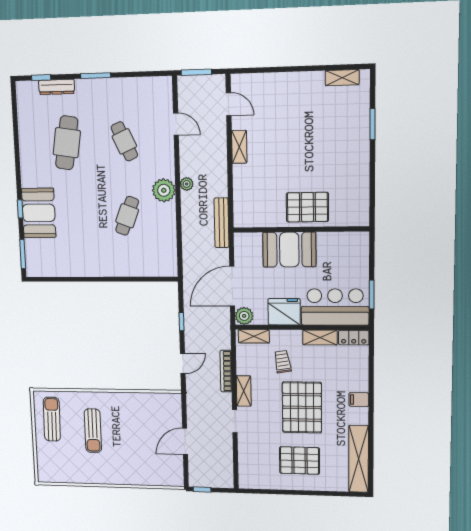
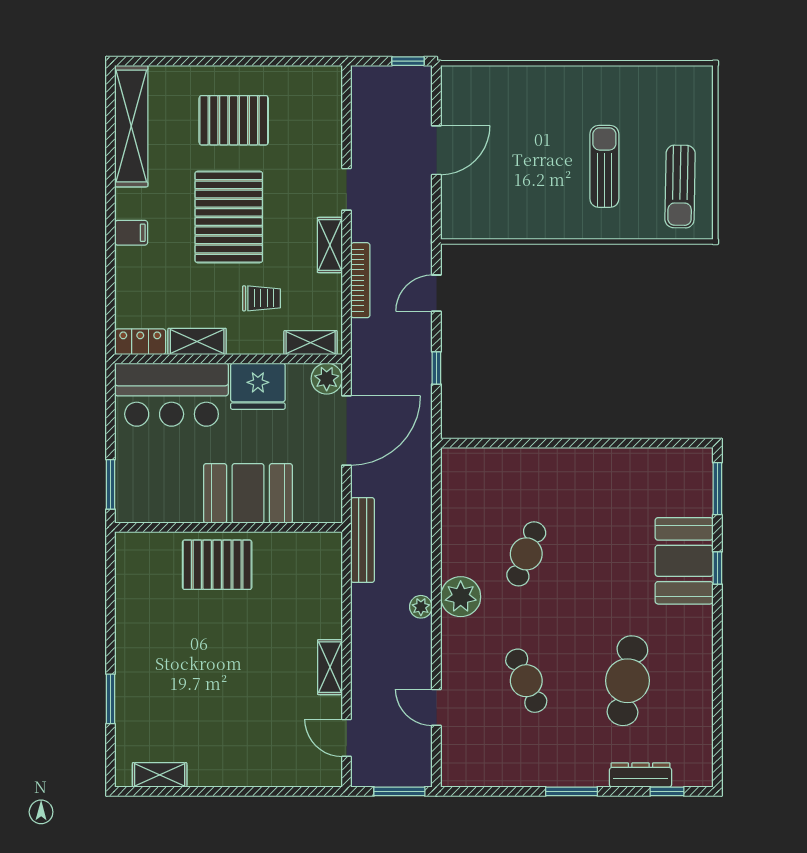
window: (372, 294) -> (111, 484), moved
trolley: (283, 362) -> (261, 298), turned -81

